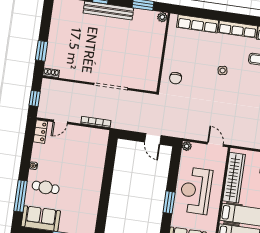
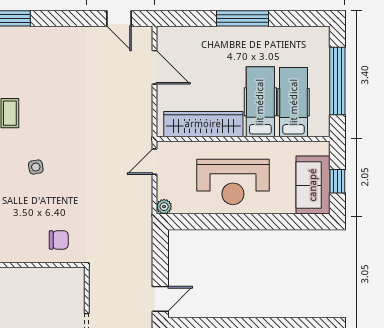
door: (153, 139) -> (160, 299), moved
window: (169, 202) -> (257, 222), removed

